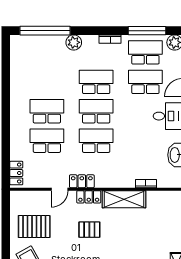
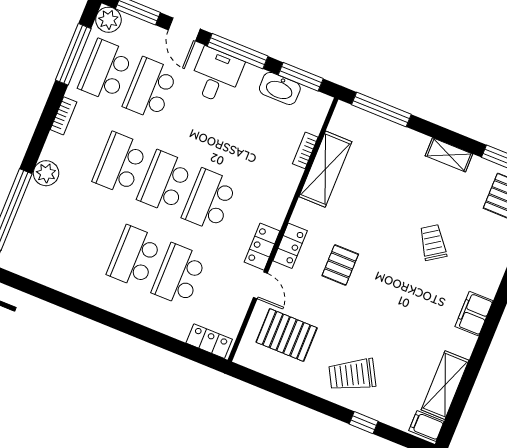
shelving: (124, 199) -> (325, 169), moved
pallet: (34, 227) -> (287, 335), moved, turned 90

